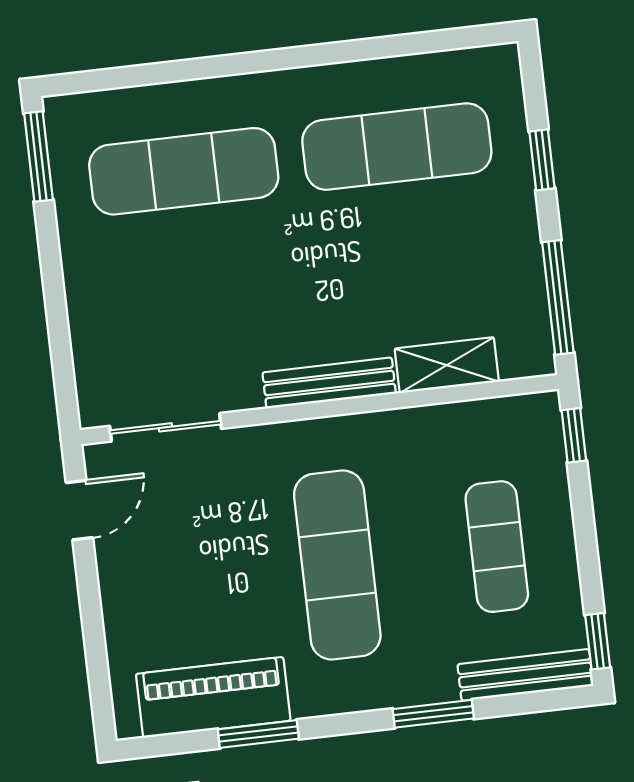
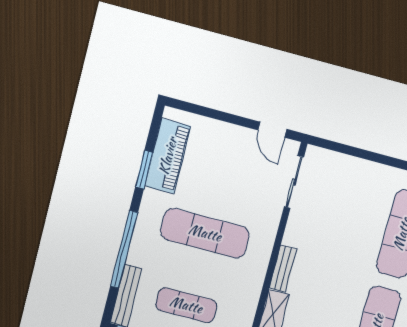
bench: (329, 383) -> (283, 268), width x0.73
window: (433, 714) -> (124, 249), width x2.11

